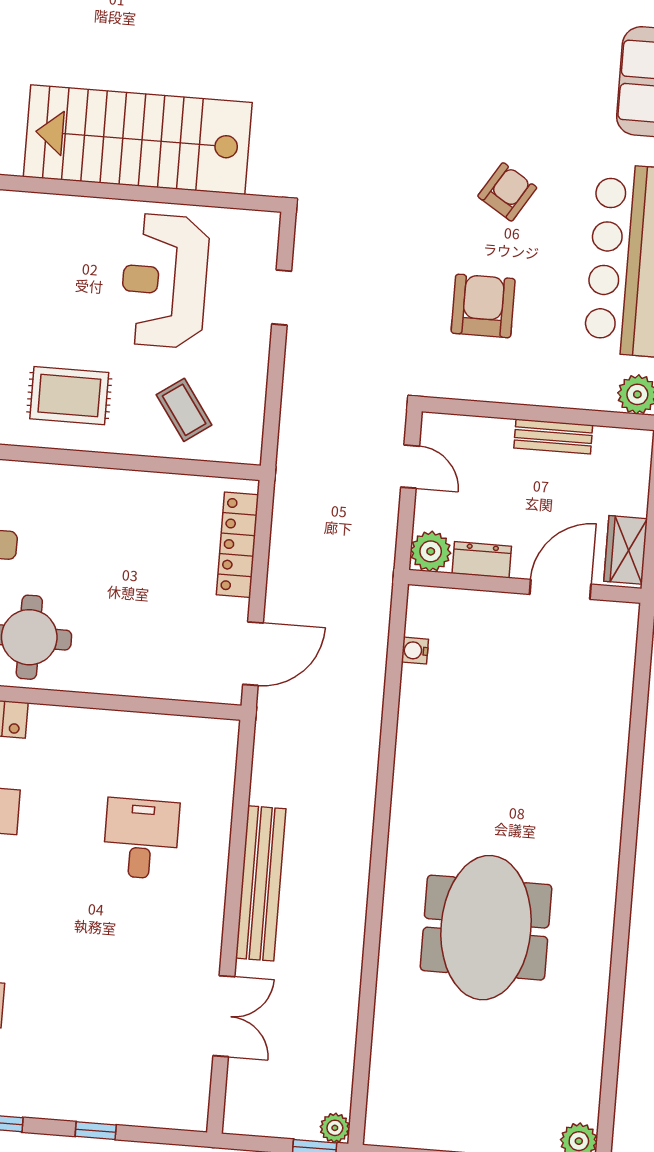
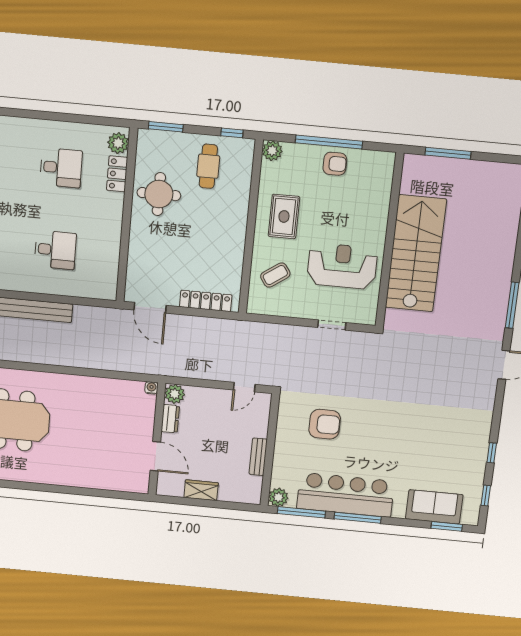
armchair: (507, 192) -> (382, 437), removed
plant: (431, 551) -> (175, 394), moved
dresser: (482, 560) -> (170, 419), moved
wall: (525, 586) -> (157, 439), moved
door: (560, 589) -> (155, 456), moved

